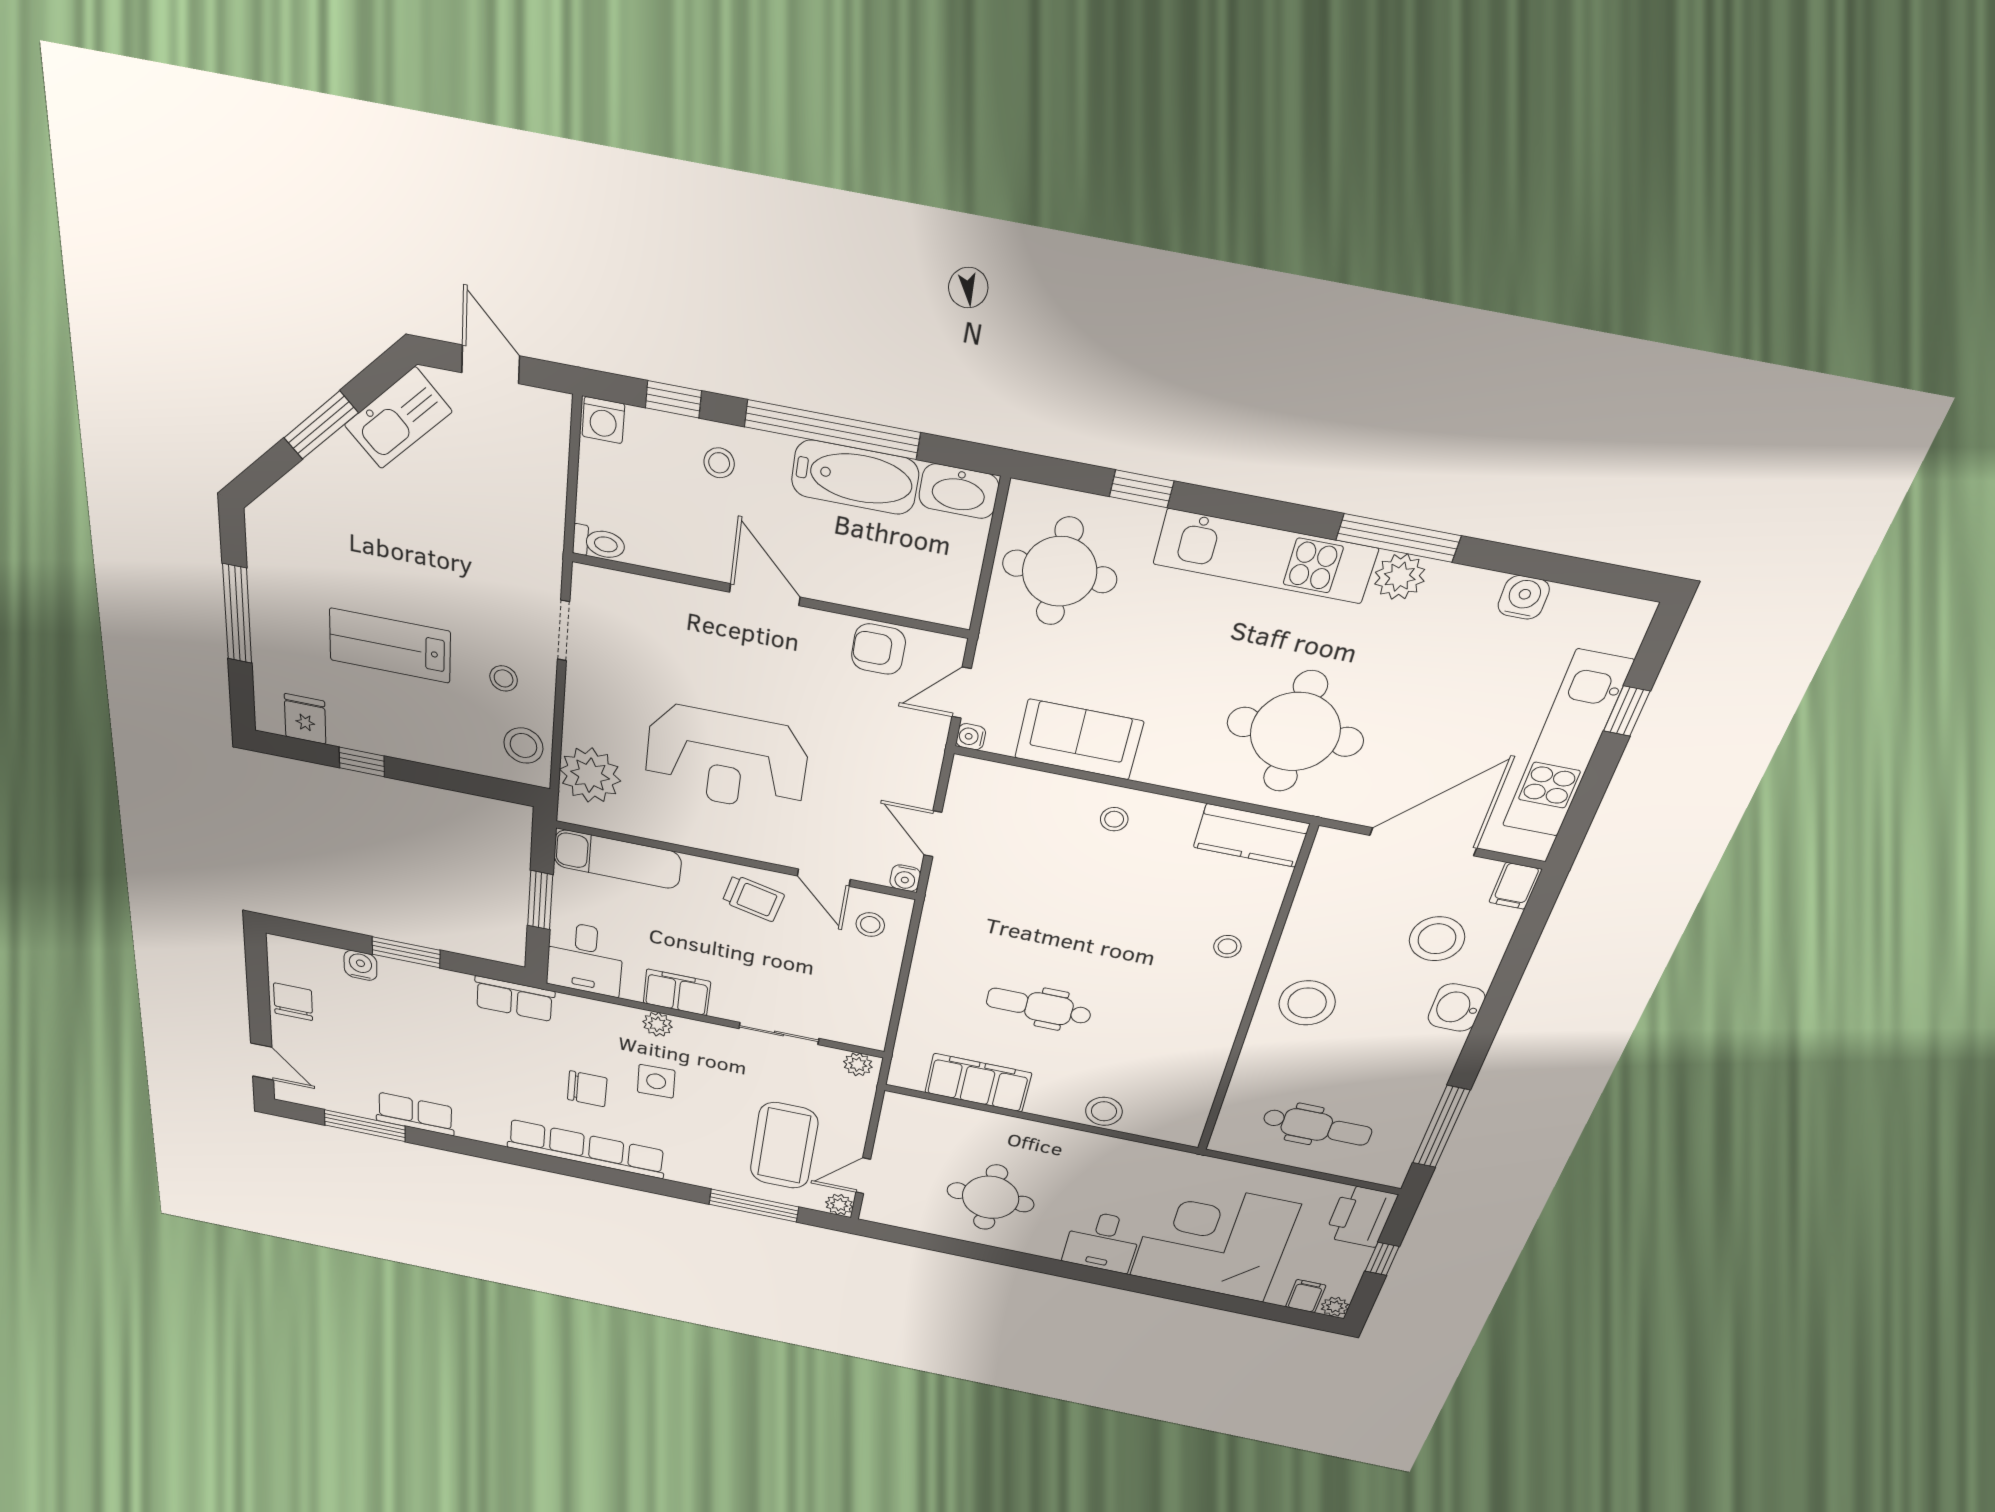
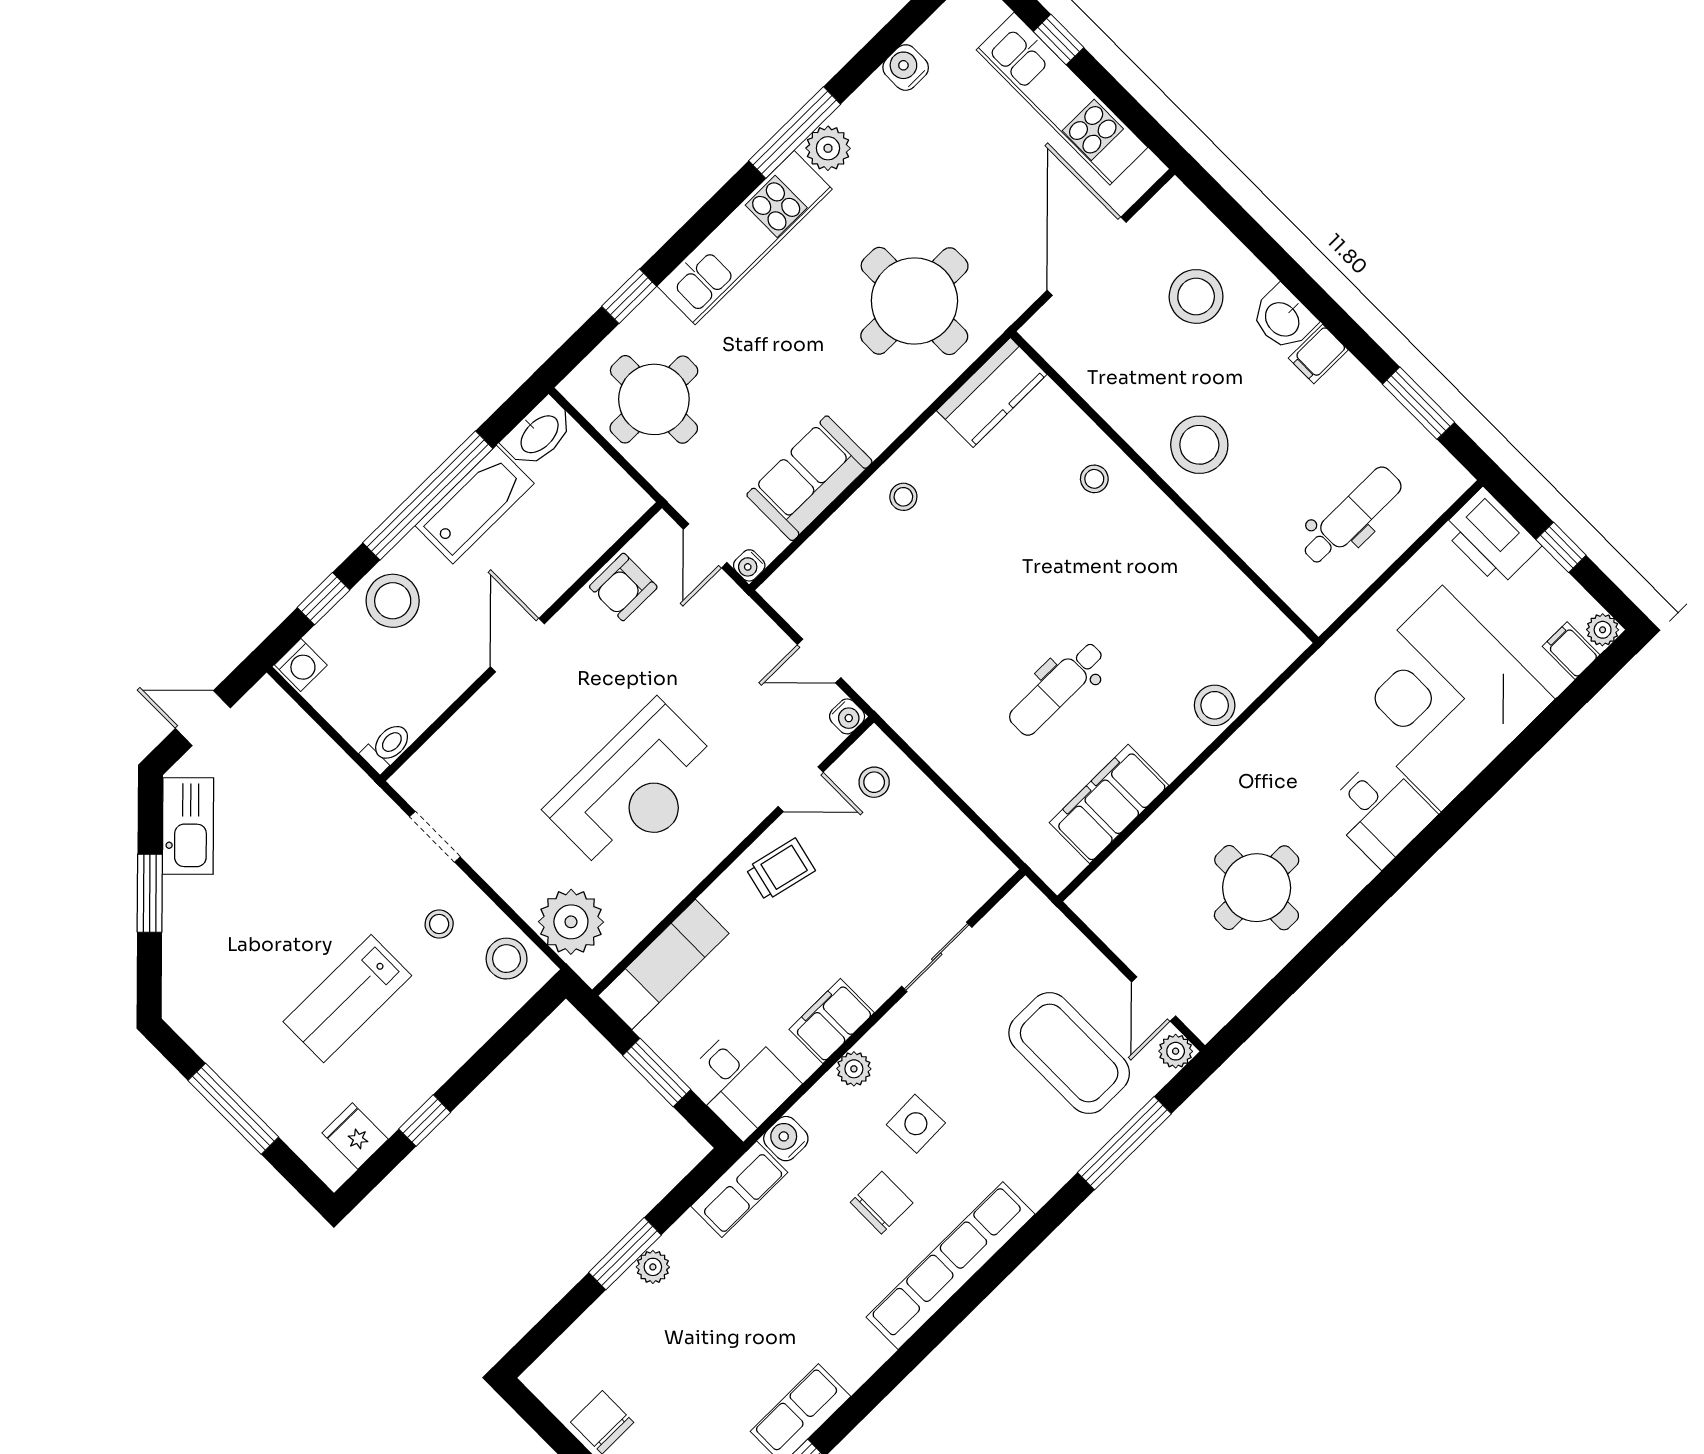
stool: (719, 463) -> (393, 601), width x1.89, depth x1.89
door: (765, 595) -> (517, 645), hinge flipped
filing cabinet: (1515, 886) -> (1318, 354), moved, turned 90
water cooler: (360, 965) -> (786, 1139), moved
plant: (858, 1064) -> (653, 1267), moved
window: (1441, 1127) -> (1418, 403), width x0.69

